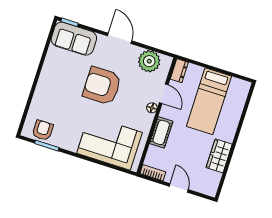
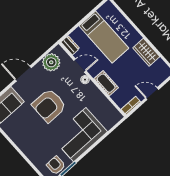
corner sofa: (109, 143) -> (80, 135), moved

